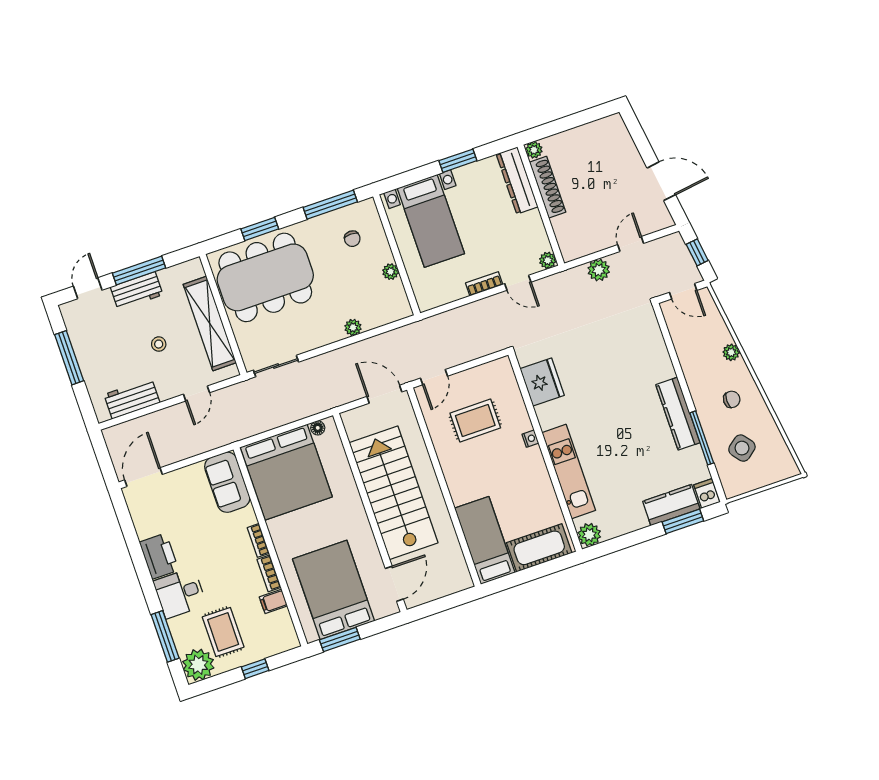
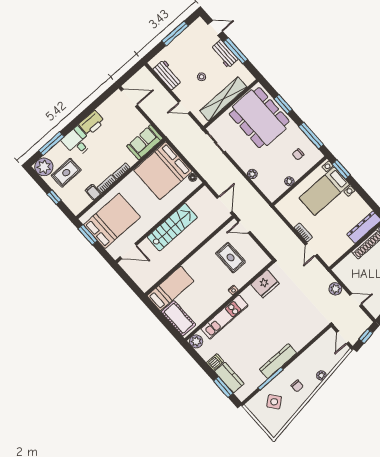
window: (458, 161) -> (341, 169), moved
plant: (548, 260) -> (329, 260), removed
stairs: (394, 493) -> (172, 227), width x0.73, depth x0.66
dishwasher: (707, 493) -> (215, 362), moved

